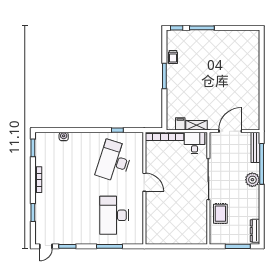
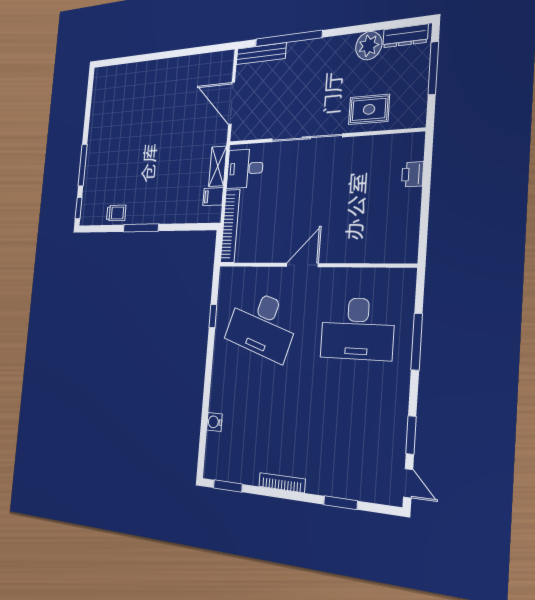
plant: (252, 180) -> (369, 46), moved
printer: (187, 239) -> (413, 174), added

